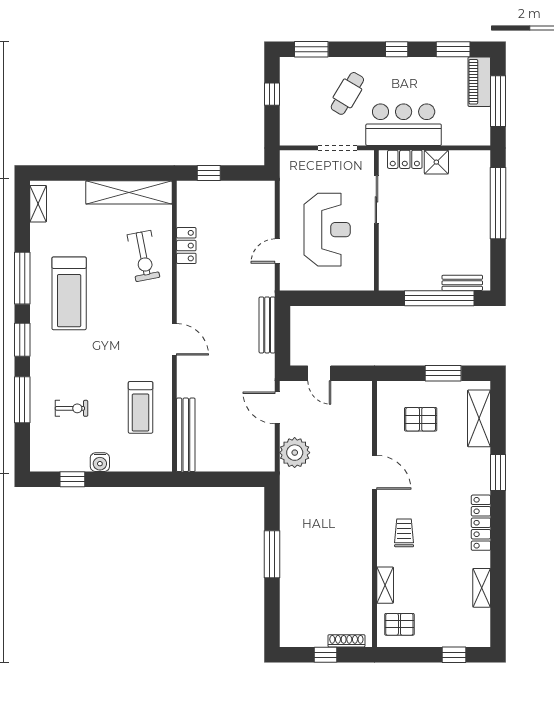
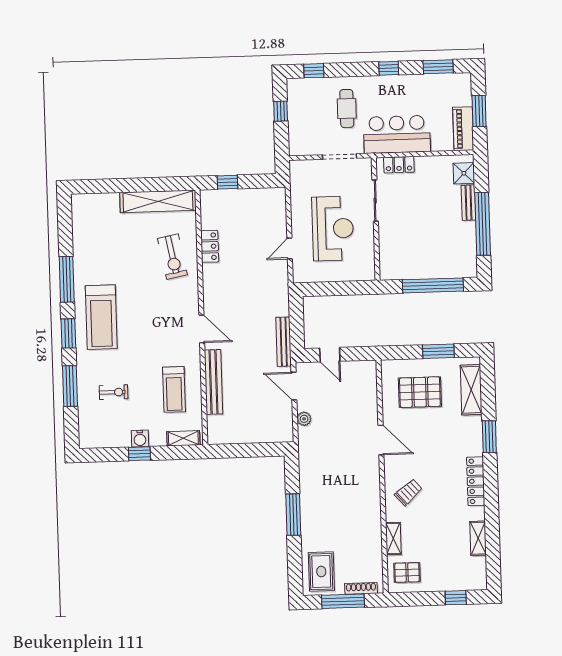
window: (311, 49) -> (314, 71), width x0.67
piano: (479, 82) -> (463, 129), moved
cafe table: (347, 93) -> (347, 108), turned -31
window: (498, 101) -> (479, 111), width x0.69
shower: (436, 162) -> (464, 173), moved
window: (498, 203) -> (483, 224), moved
shelving: (38, 204) -> (183, 438), moved, turned 90
bench: (462, 283) -> (468, 203), moved, turned 90
treadmill: (69, 293) -> (101, 317), moved
bench: (267, 325) -> (284, 342), moved
pallet: (421, 419) -> (420, 392), width x1.50, depth x1.42
bench: (186, 435) -> (214, 382), moved
plant: (295, 453) -> (304, 419), width x0.53, depth x0.53
window: (72, 479) -> (139, 454), moved
trolley: (404, 533) -> (408, 492), turned 49
rug: (302, 620) -> (321, 572), added
window: (326, 655) -> (343, 601), width x2.17

